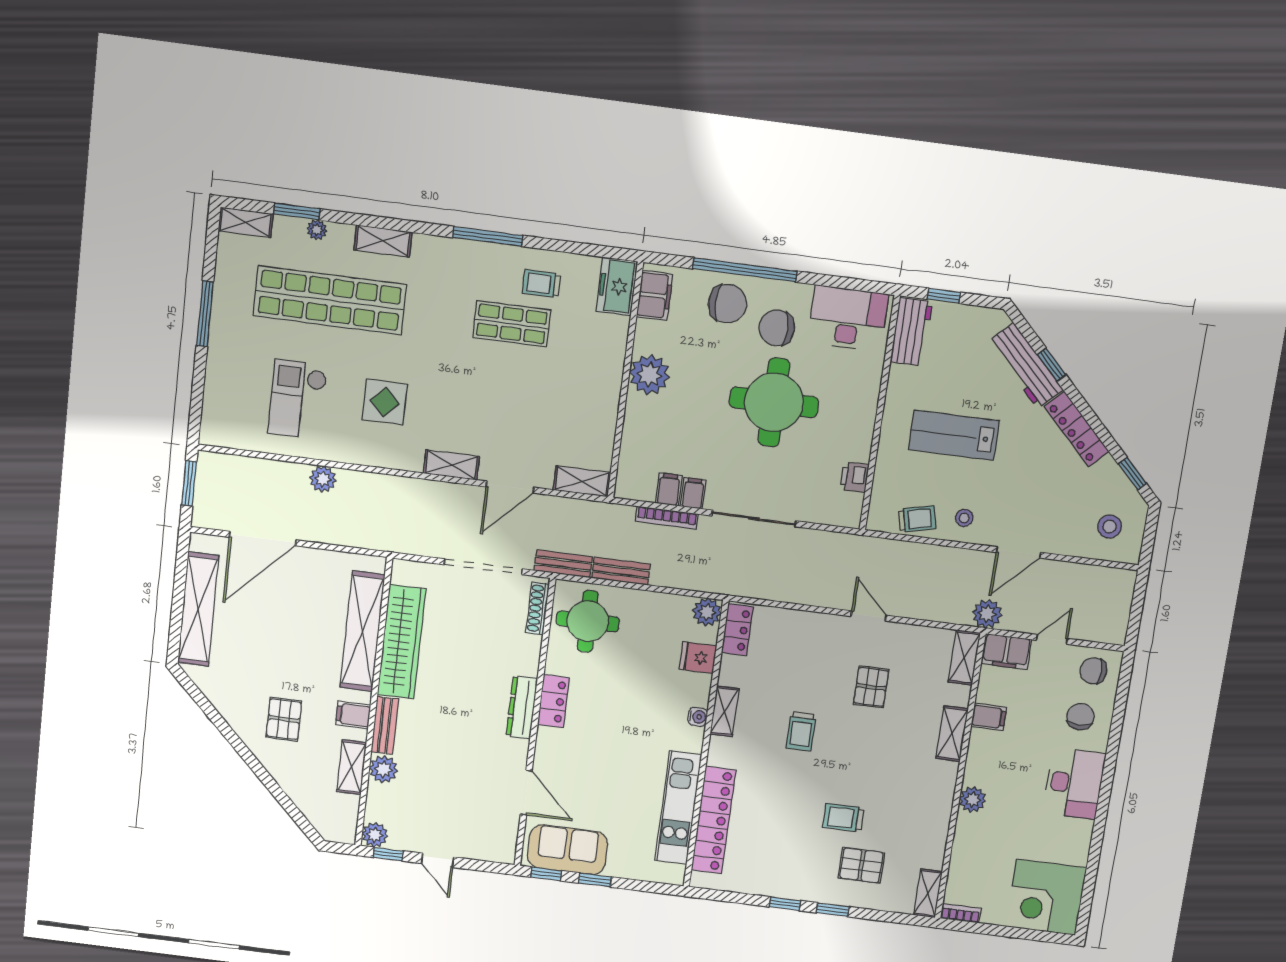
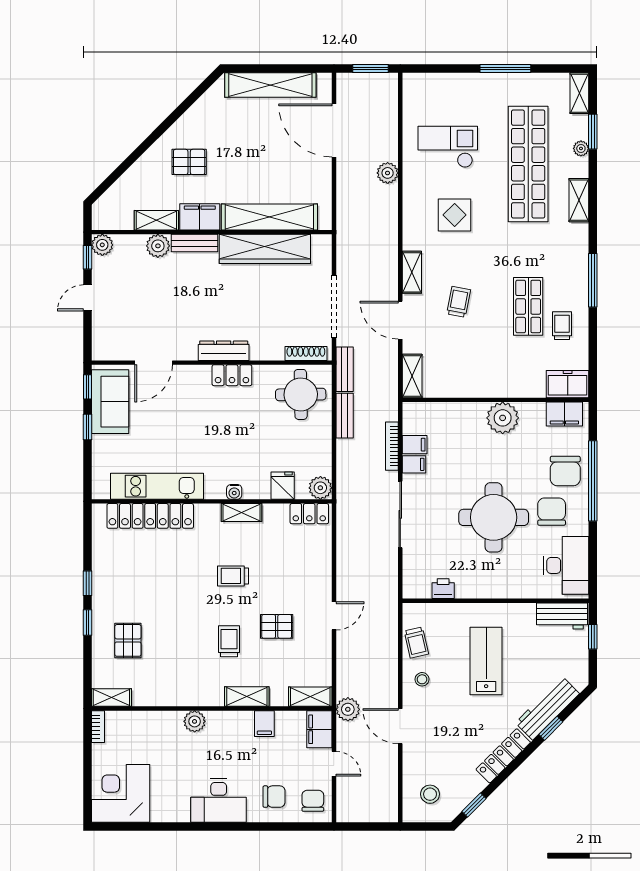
trolley: (495, 411) -> (459, 302), added
filing cabinet: (353, 715) -> (200, 217), width x2.00
trolley: (843, 818) -> (229, 641), moved

